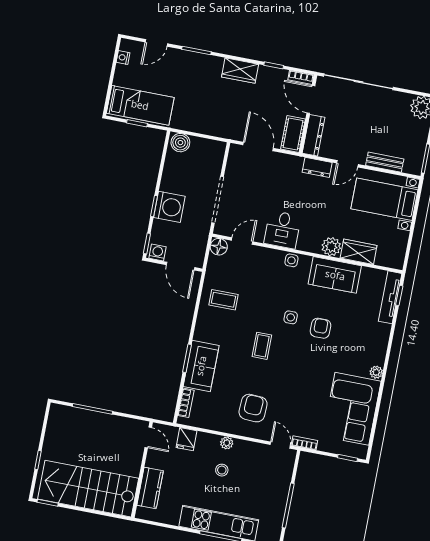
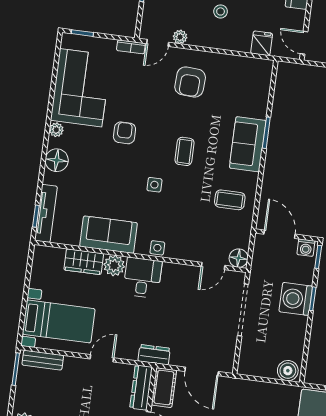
bench: (385, 162) -> (43, 360), moved
dresser: (317, 167) -> (154, 355), moved
desk: (282, 230) -> (142, 278), moved
armchair: (321, 328) -> (124, 133), moved, turned 180
floor lamp: (378, 345) -> (57, 160), added
sofa: (201, 366) -> (248, 144), moved
bookcase: (186, 403) -> (265, 83), removed
plant: (227, 443) -> (180, 37), moved
door: (280, 445) -> (158, 43), hinge flipped

